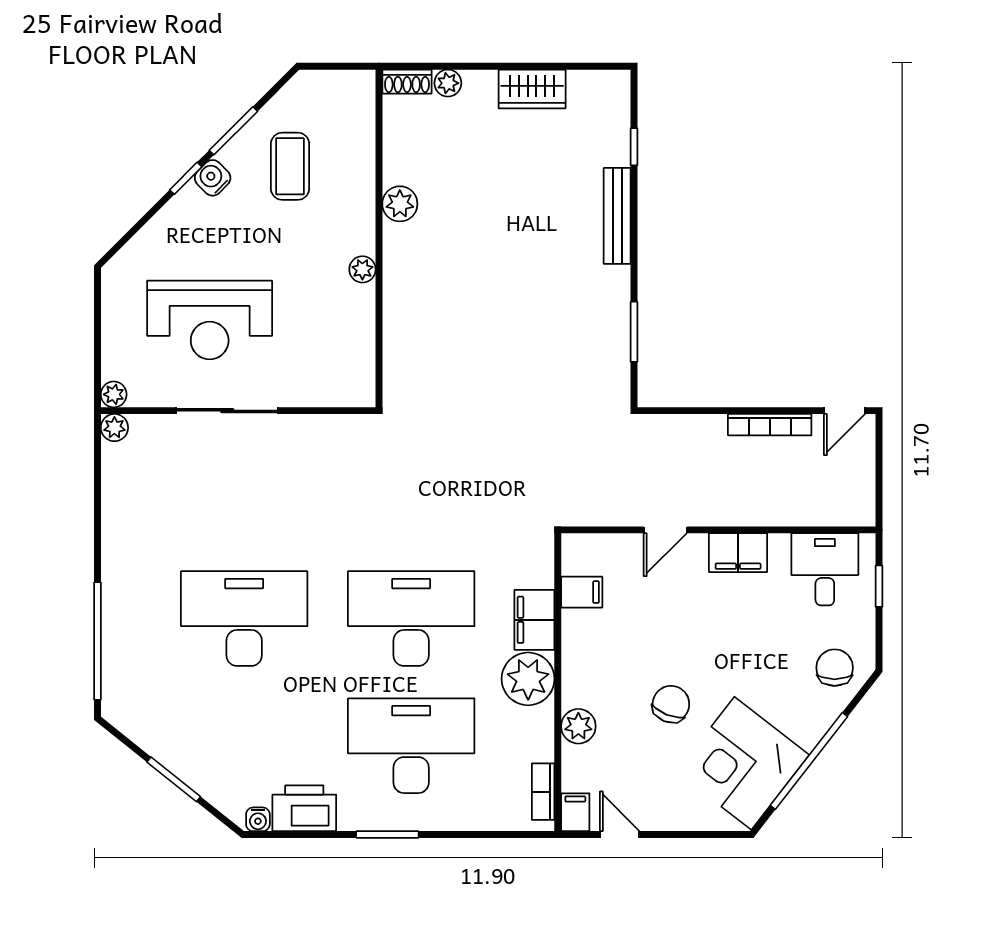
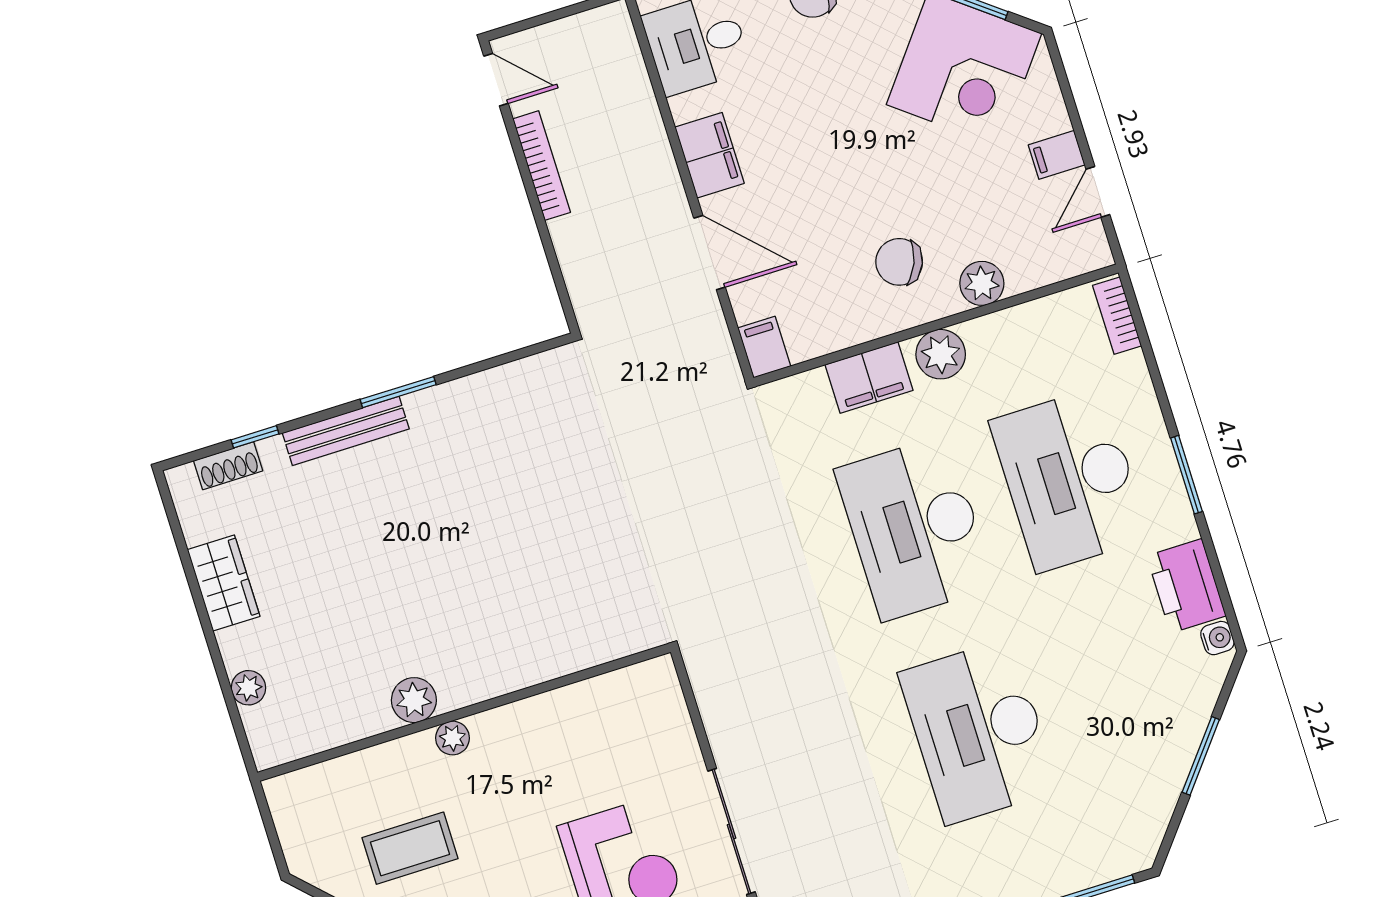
shoe rack: (407, 82) -> (228, 466), moved, turned 90
plant: (362, 269) -> (452, 738), moved
window: (634, 332) -> (398, 392), moved
door: (665, 530) -> (710, 253), width x1.38
filing cabinet: (582, 592) -> (764, 347), moved
plant: (528, 679) -> (941, 354), width x0.73, depth x0.73
chair: (671, 704) -> (899, 262), moved
bookcase: (543, 792) -> (1117, 316), moved, turned 90
filing cabinet: (575, 812) -> (1057, 155), moved

